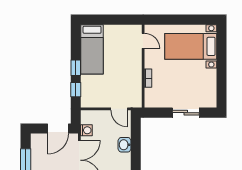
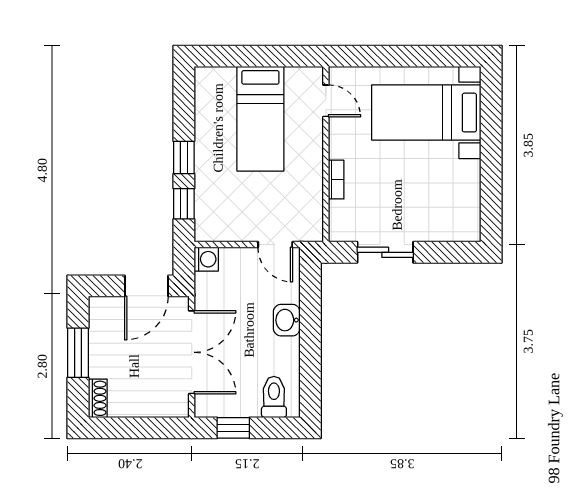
bed: (92, 49) -> (260, 119), moved
sliding door: (186, 113) -> (385, 252), moved
washing machine: (86, 130) -> (206, 259), moved

